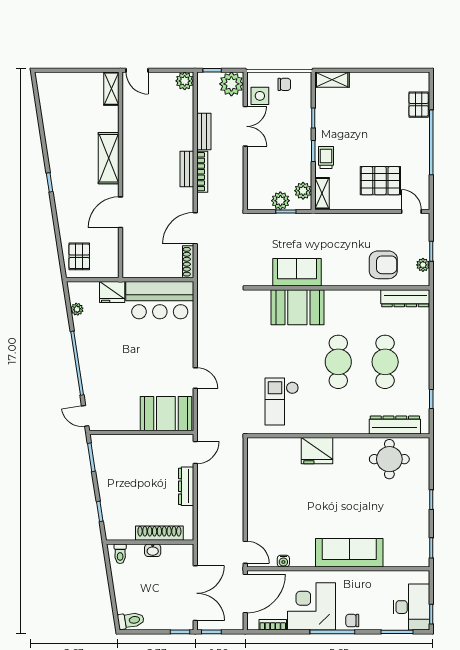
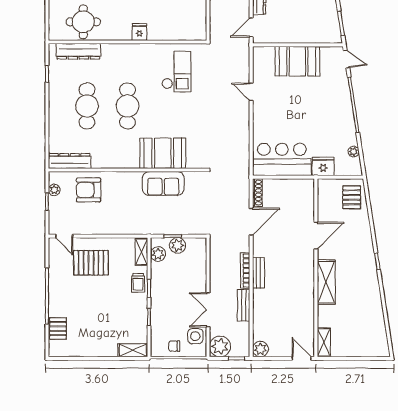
booth: (166, 414) -> (297, 61), moved
fridge: (317, 451) -> (139, 32), width x0.53, depth x0.75

